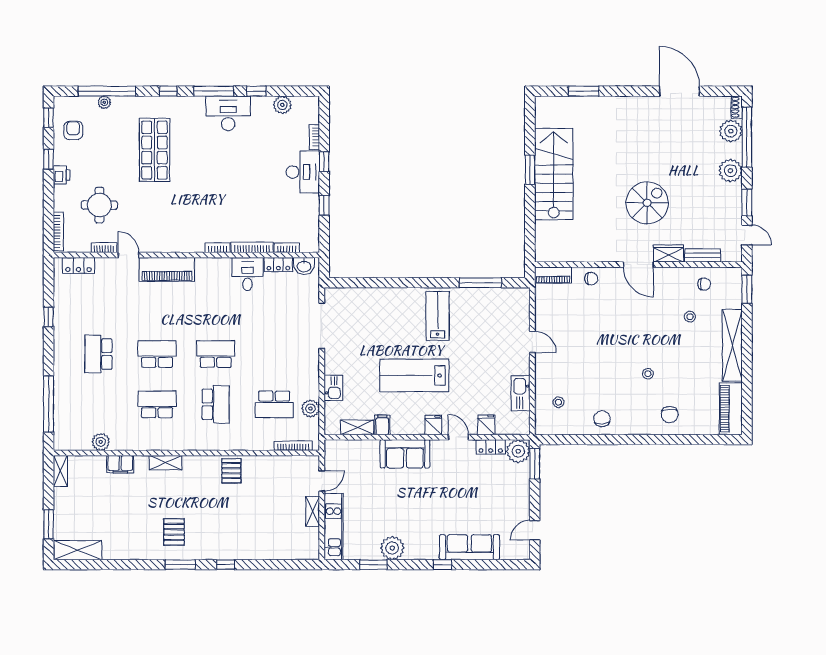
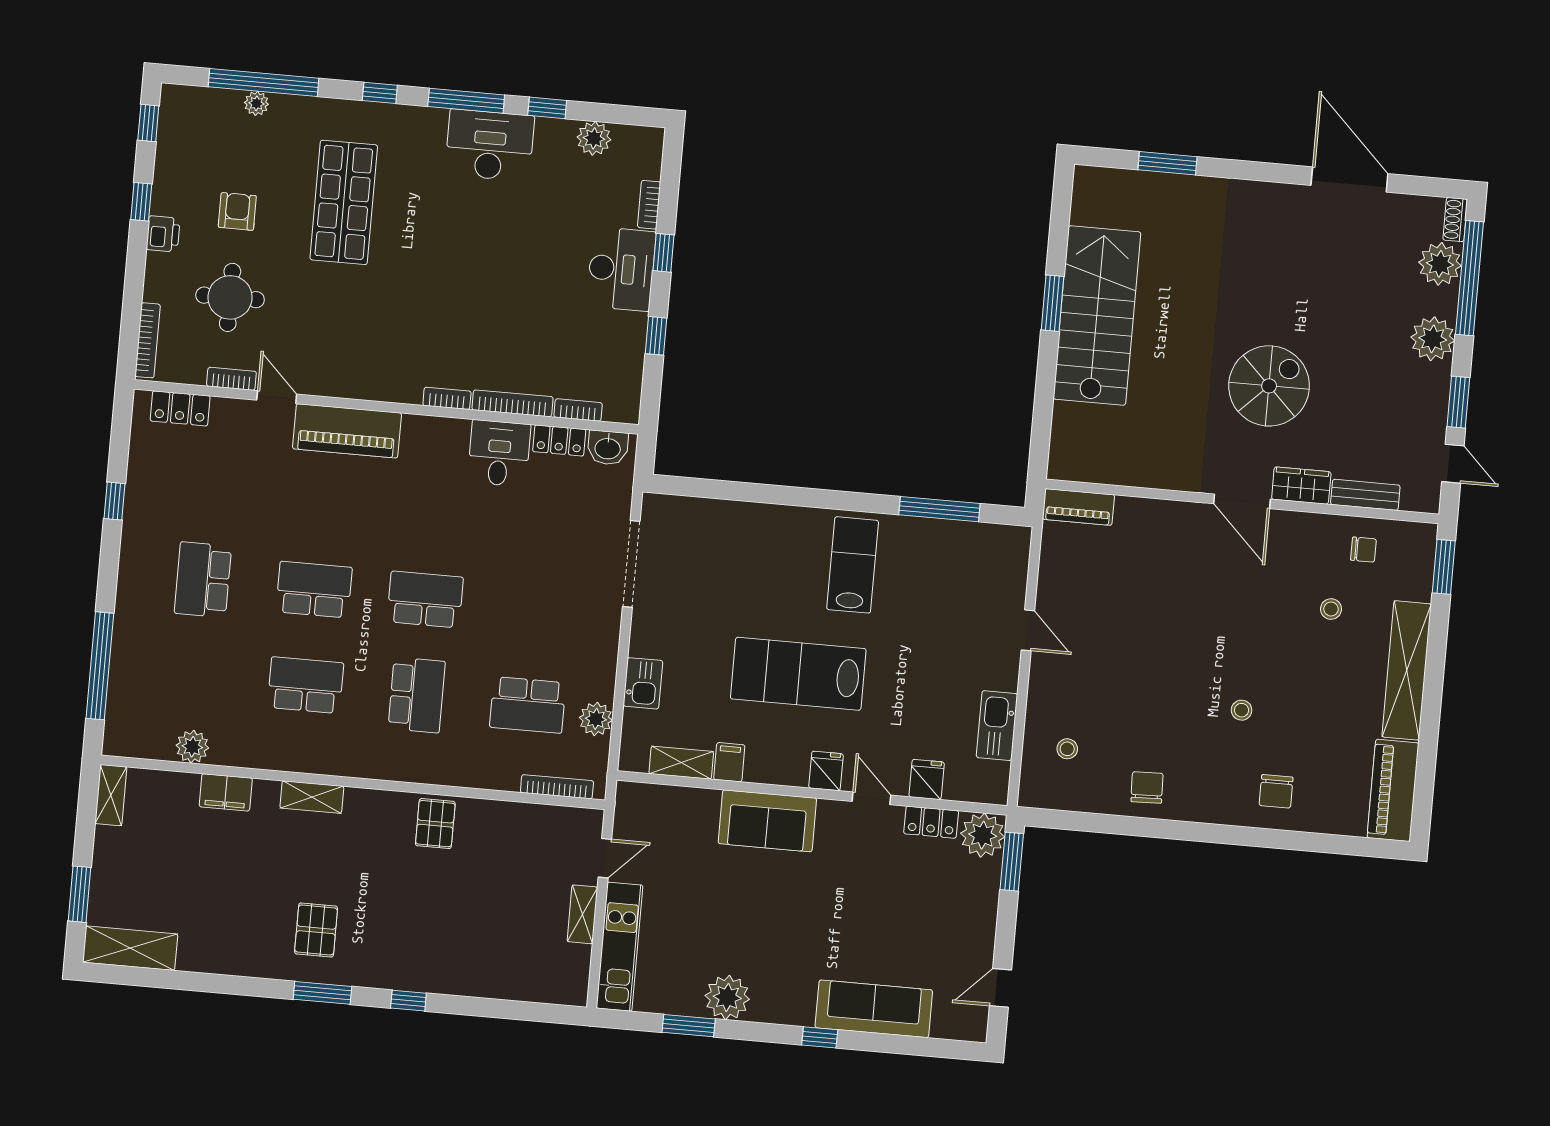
armchair: (73, 130) -> (237, 211), moved
chair: (591, 279) -> (1150, 520), removed

